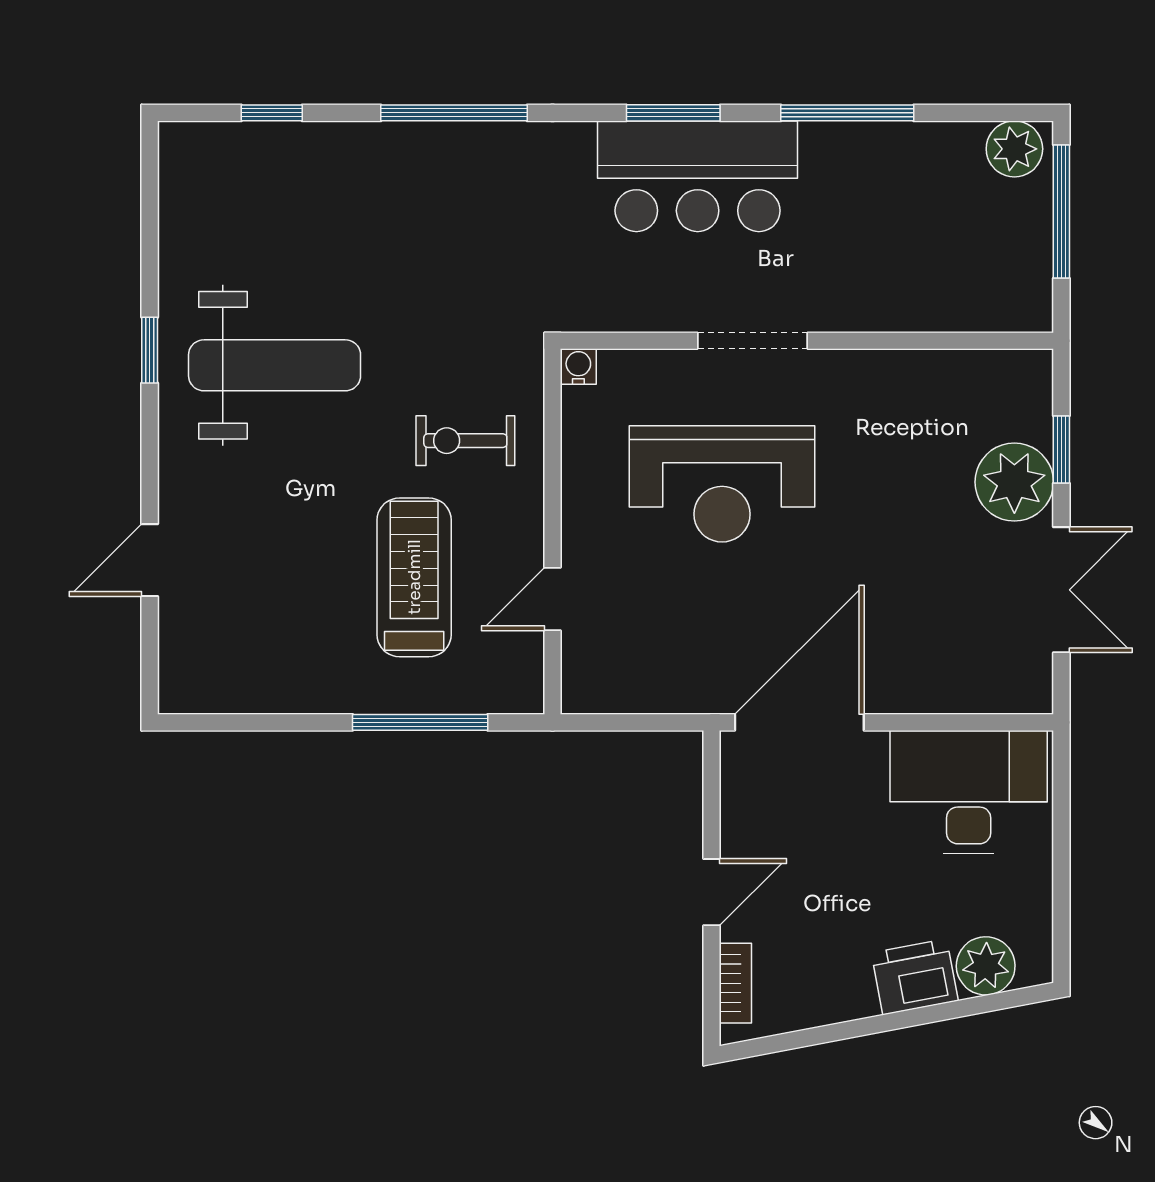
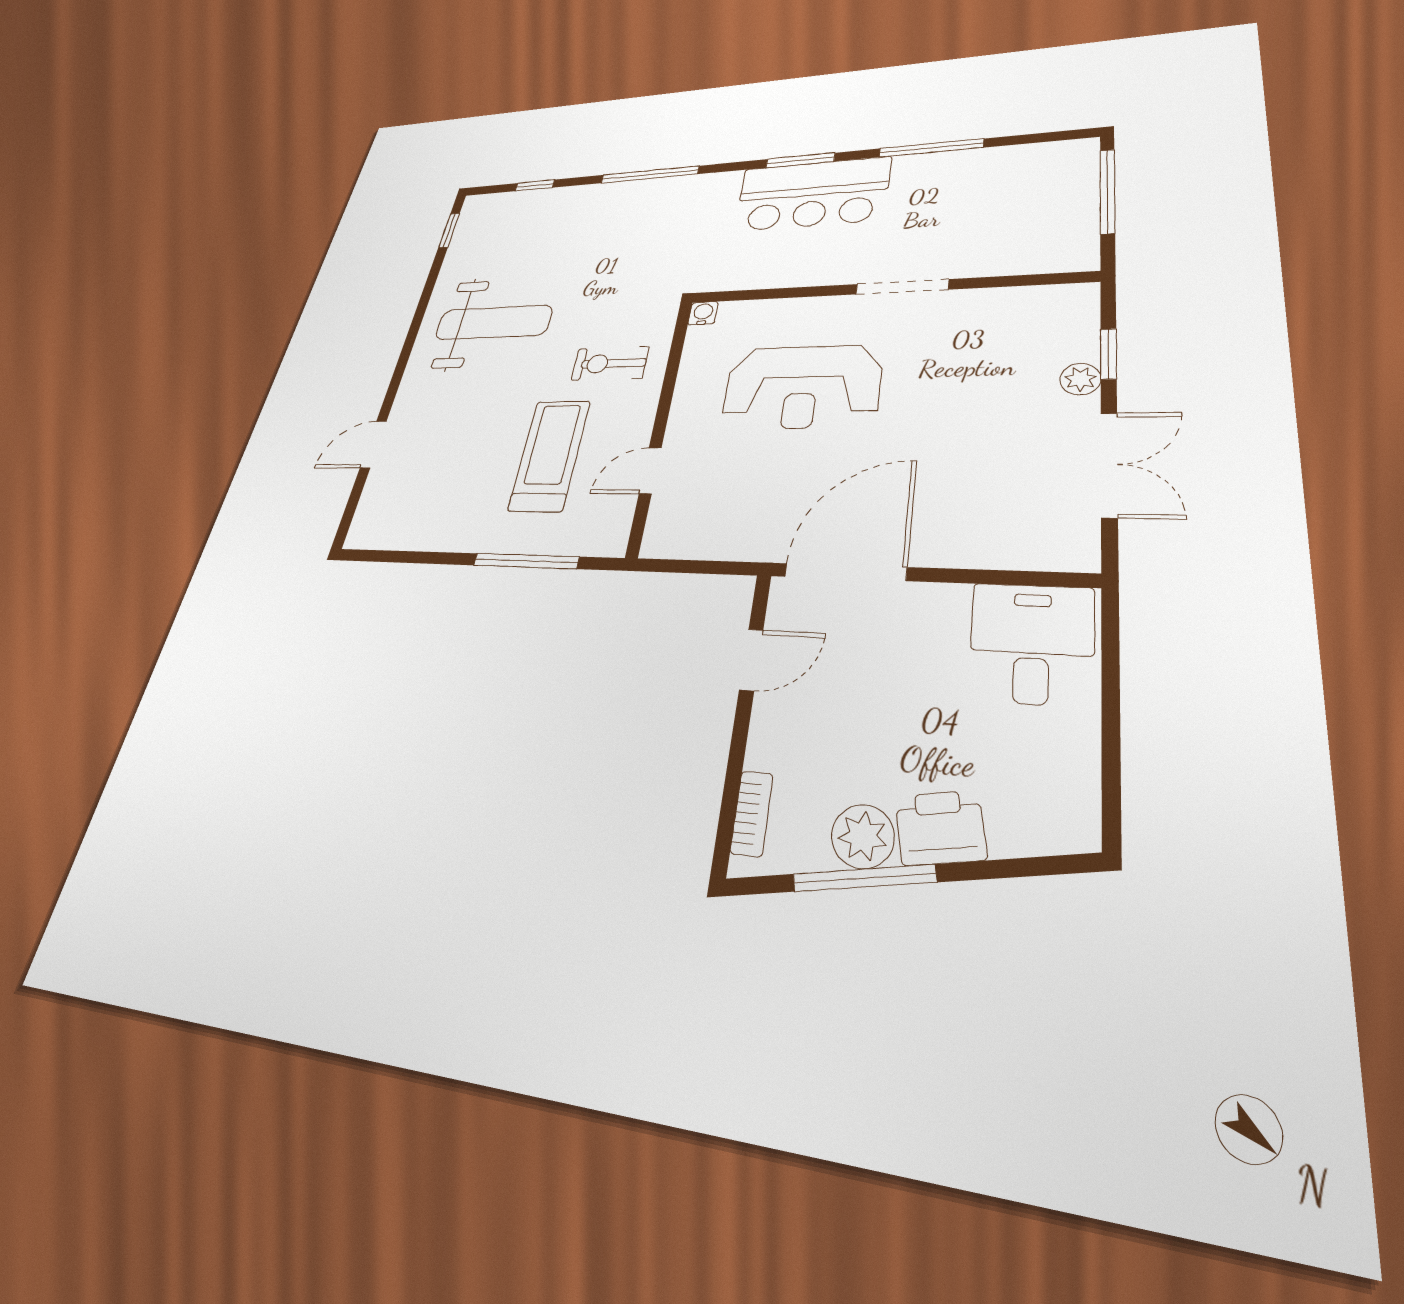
plant: (1014, 149) -> (1066, 156), removed
doorway: (753, 341) -> (902, 287), moved
window: (150, 350) -> (449, 230), moved
plant: (1014, 482) -> (1080, 379), width x0.53, depth x0.53
desk: (969, 792) -> (1032, 644), width x0.73
door: (712, 892) -> (751, 660), moved
plant: (986, 966) -> (863, 836), moved
window: (849, 1030) -> (864, 878), added

